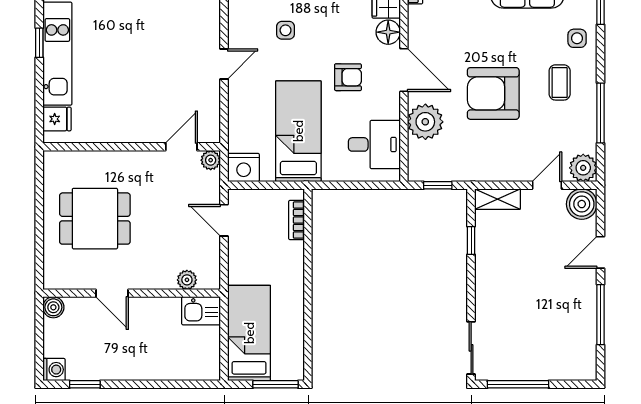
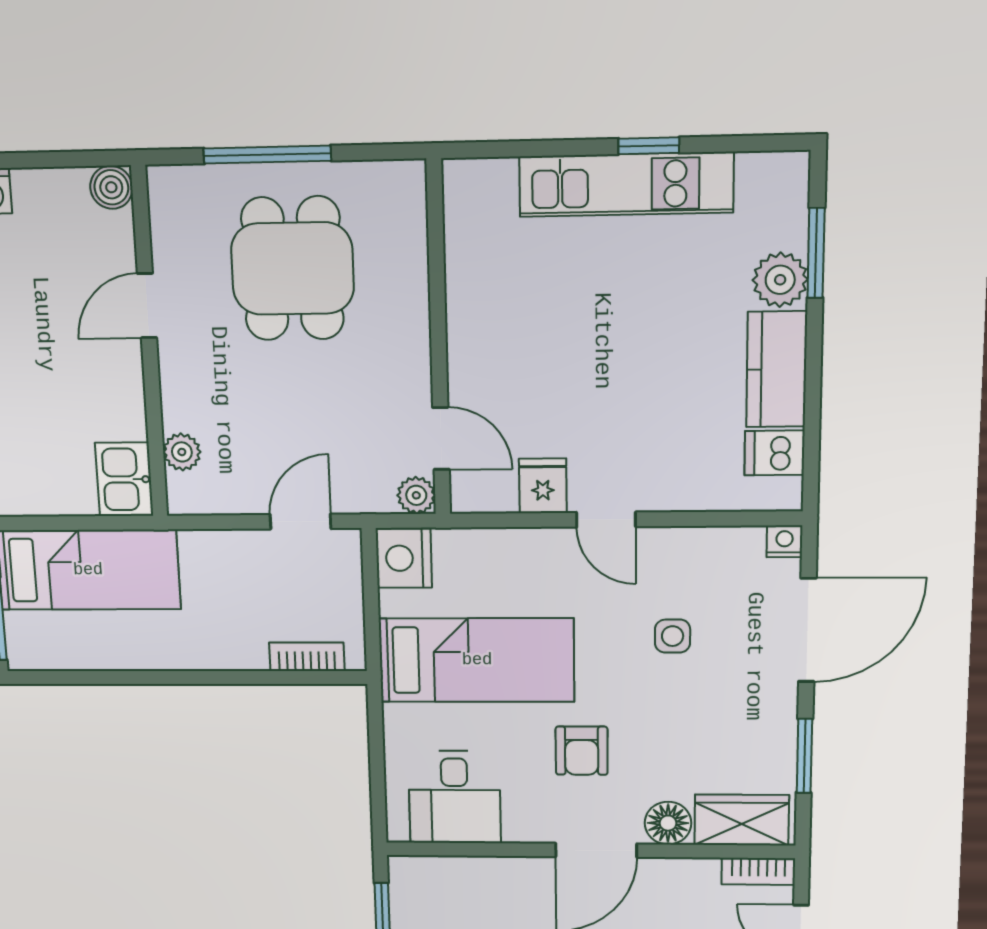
fridge: (57, 119) -> (543, 486), moved, turned 180
plant: (425, 122) -> (499, 887), removed
window: (39, 229) -> (267, 155), added

